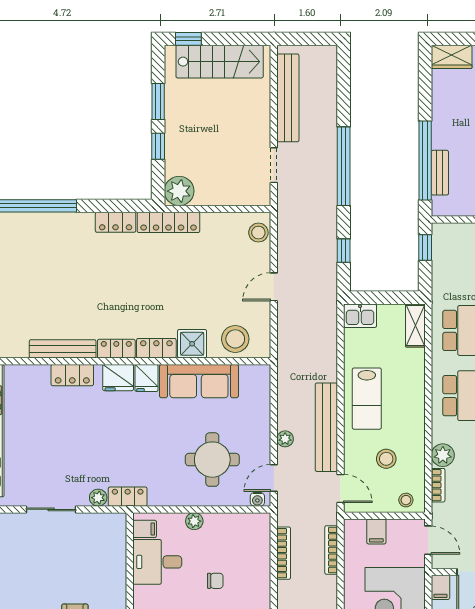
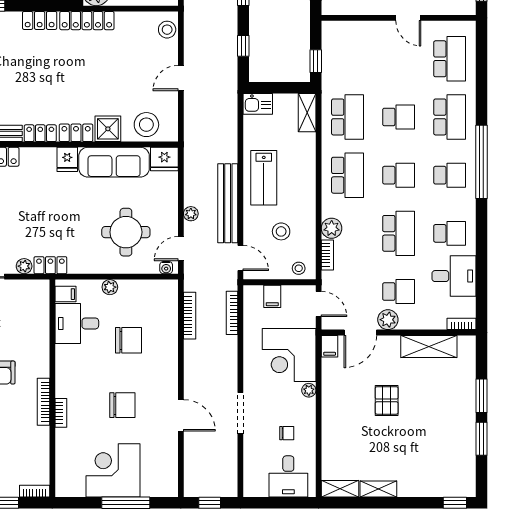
window: (425, 248) -> (316, 61), moved
fridge: (118, 378) -> (164, 159), moved
chair: (215, 581) -> (129, 340), width x1.87, depth x1.87

